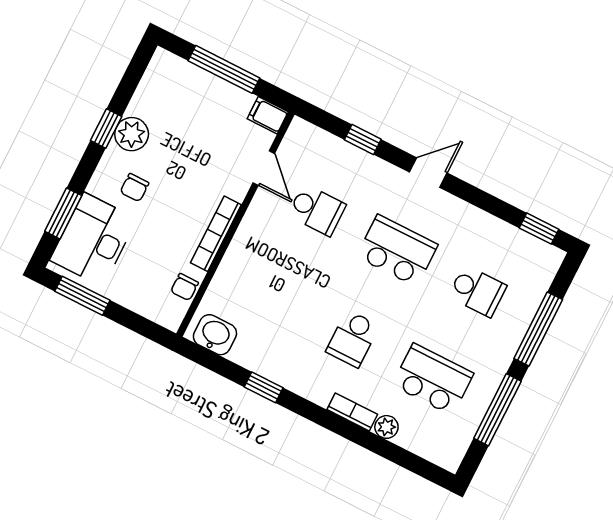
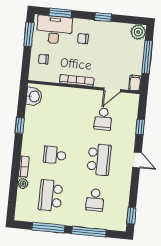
plant: (132, 134) -> (138, 32), moved
chair: (185, 287) -> (43, 59), moved
school desk: (433, 379) -> (51, 195), turned 180

